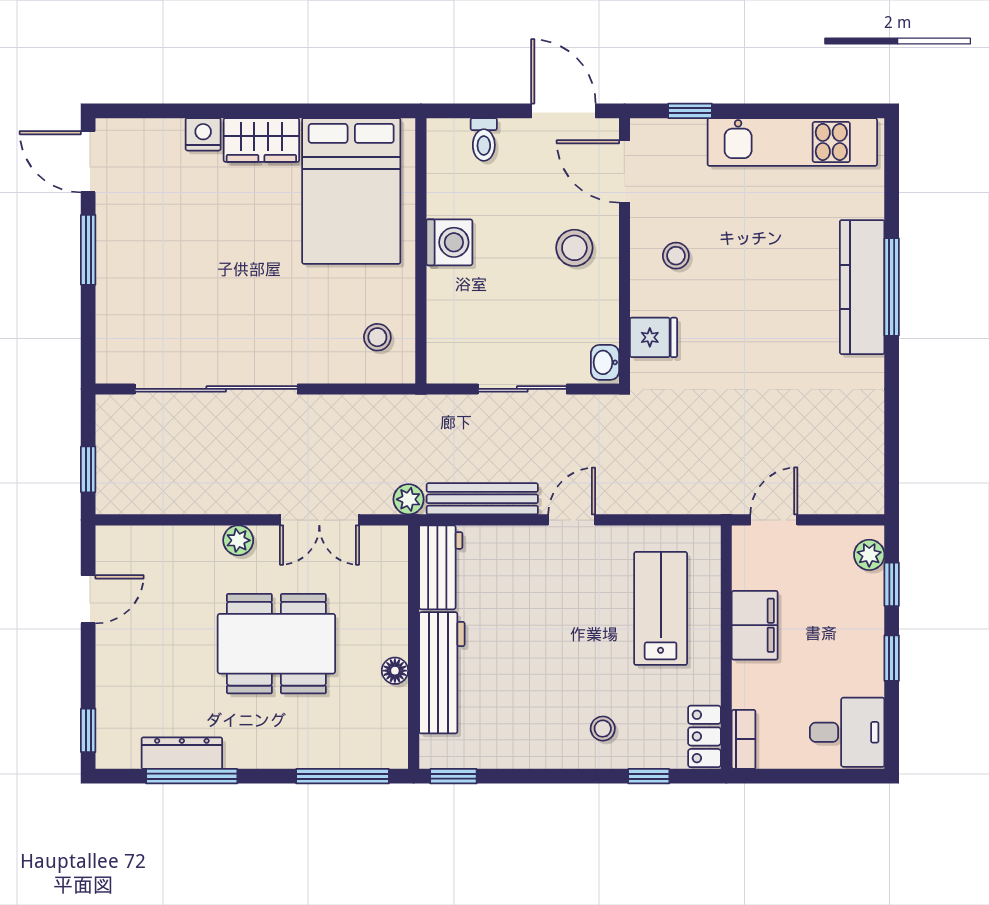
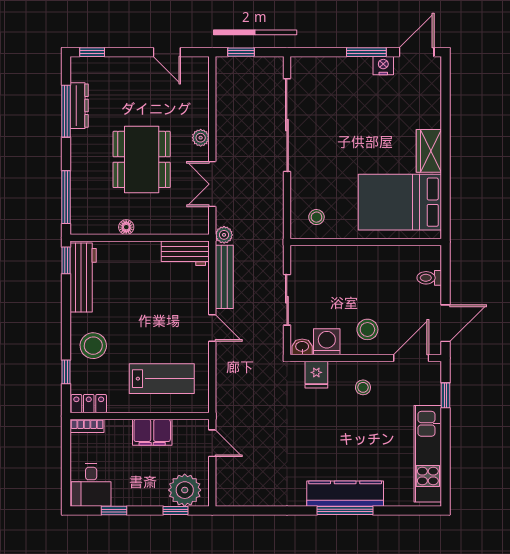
nightstand: (203, 134) -> (383, 66), moved, turned -90
washing machine: (449, 242) -> (327, 342), moved, turned 180
plant: (869, 555) -> (185, 490), width x1.88, depth x1.88
window: (892, 658) -> (114, 510), moved
workbench: (442, 673) -> (83, 277), moved, turned -90
stool: (603, 729) -> (93, 346), width x1.89, depth x1.89

